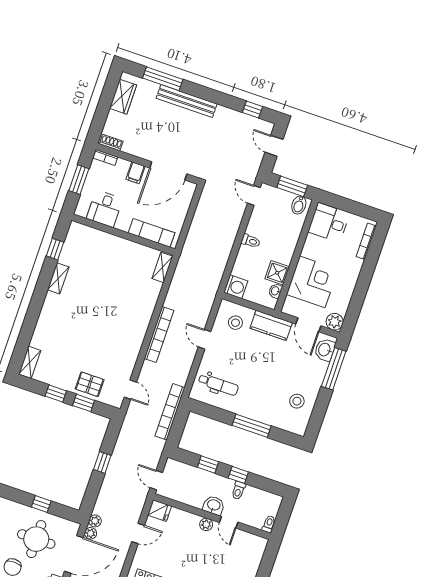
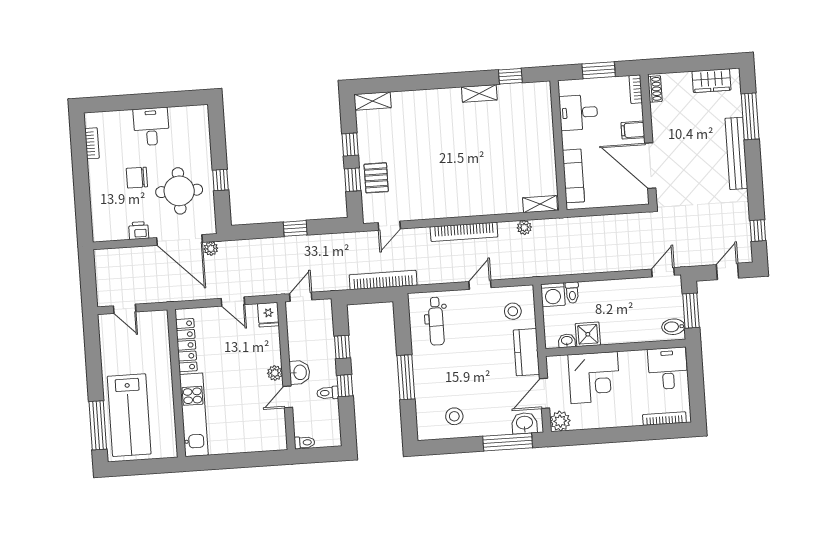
toilet: (251, 241) -> (572, 293), moved
plant: (95, 521) -> (524, 227), moved

